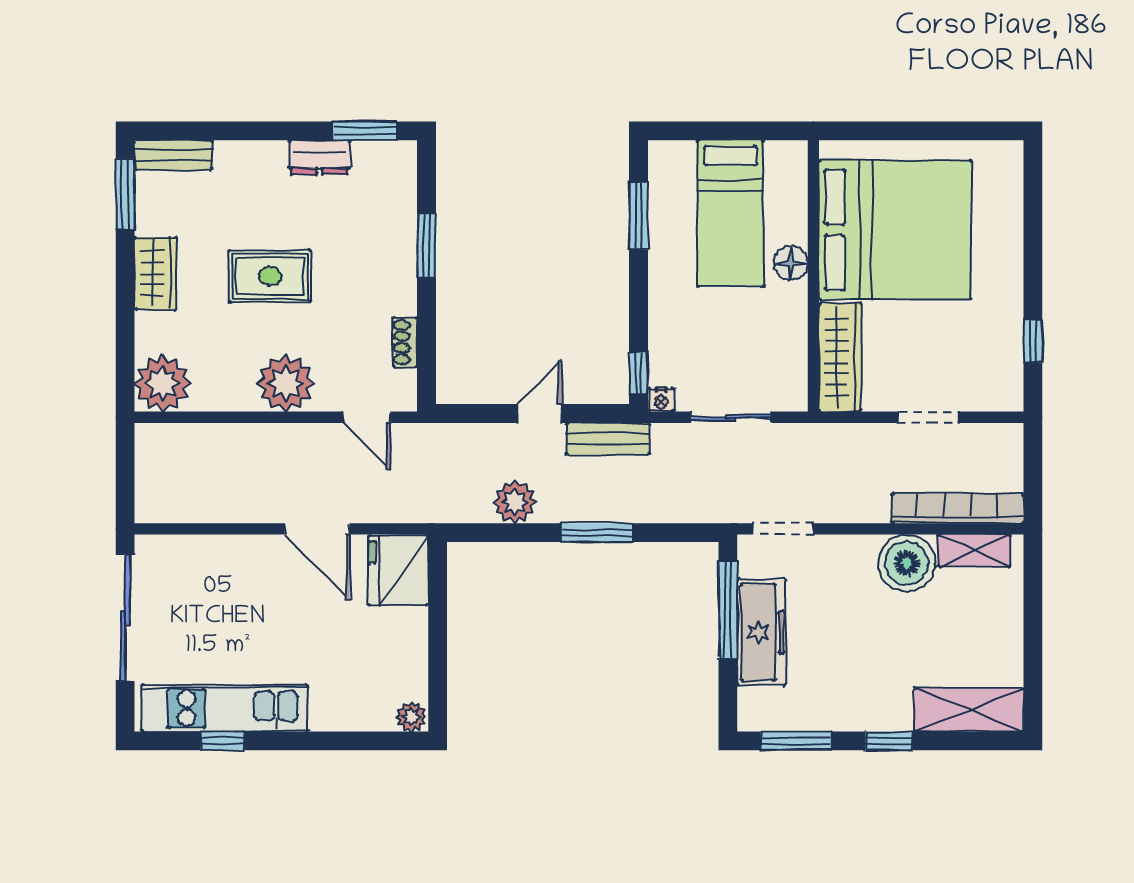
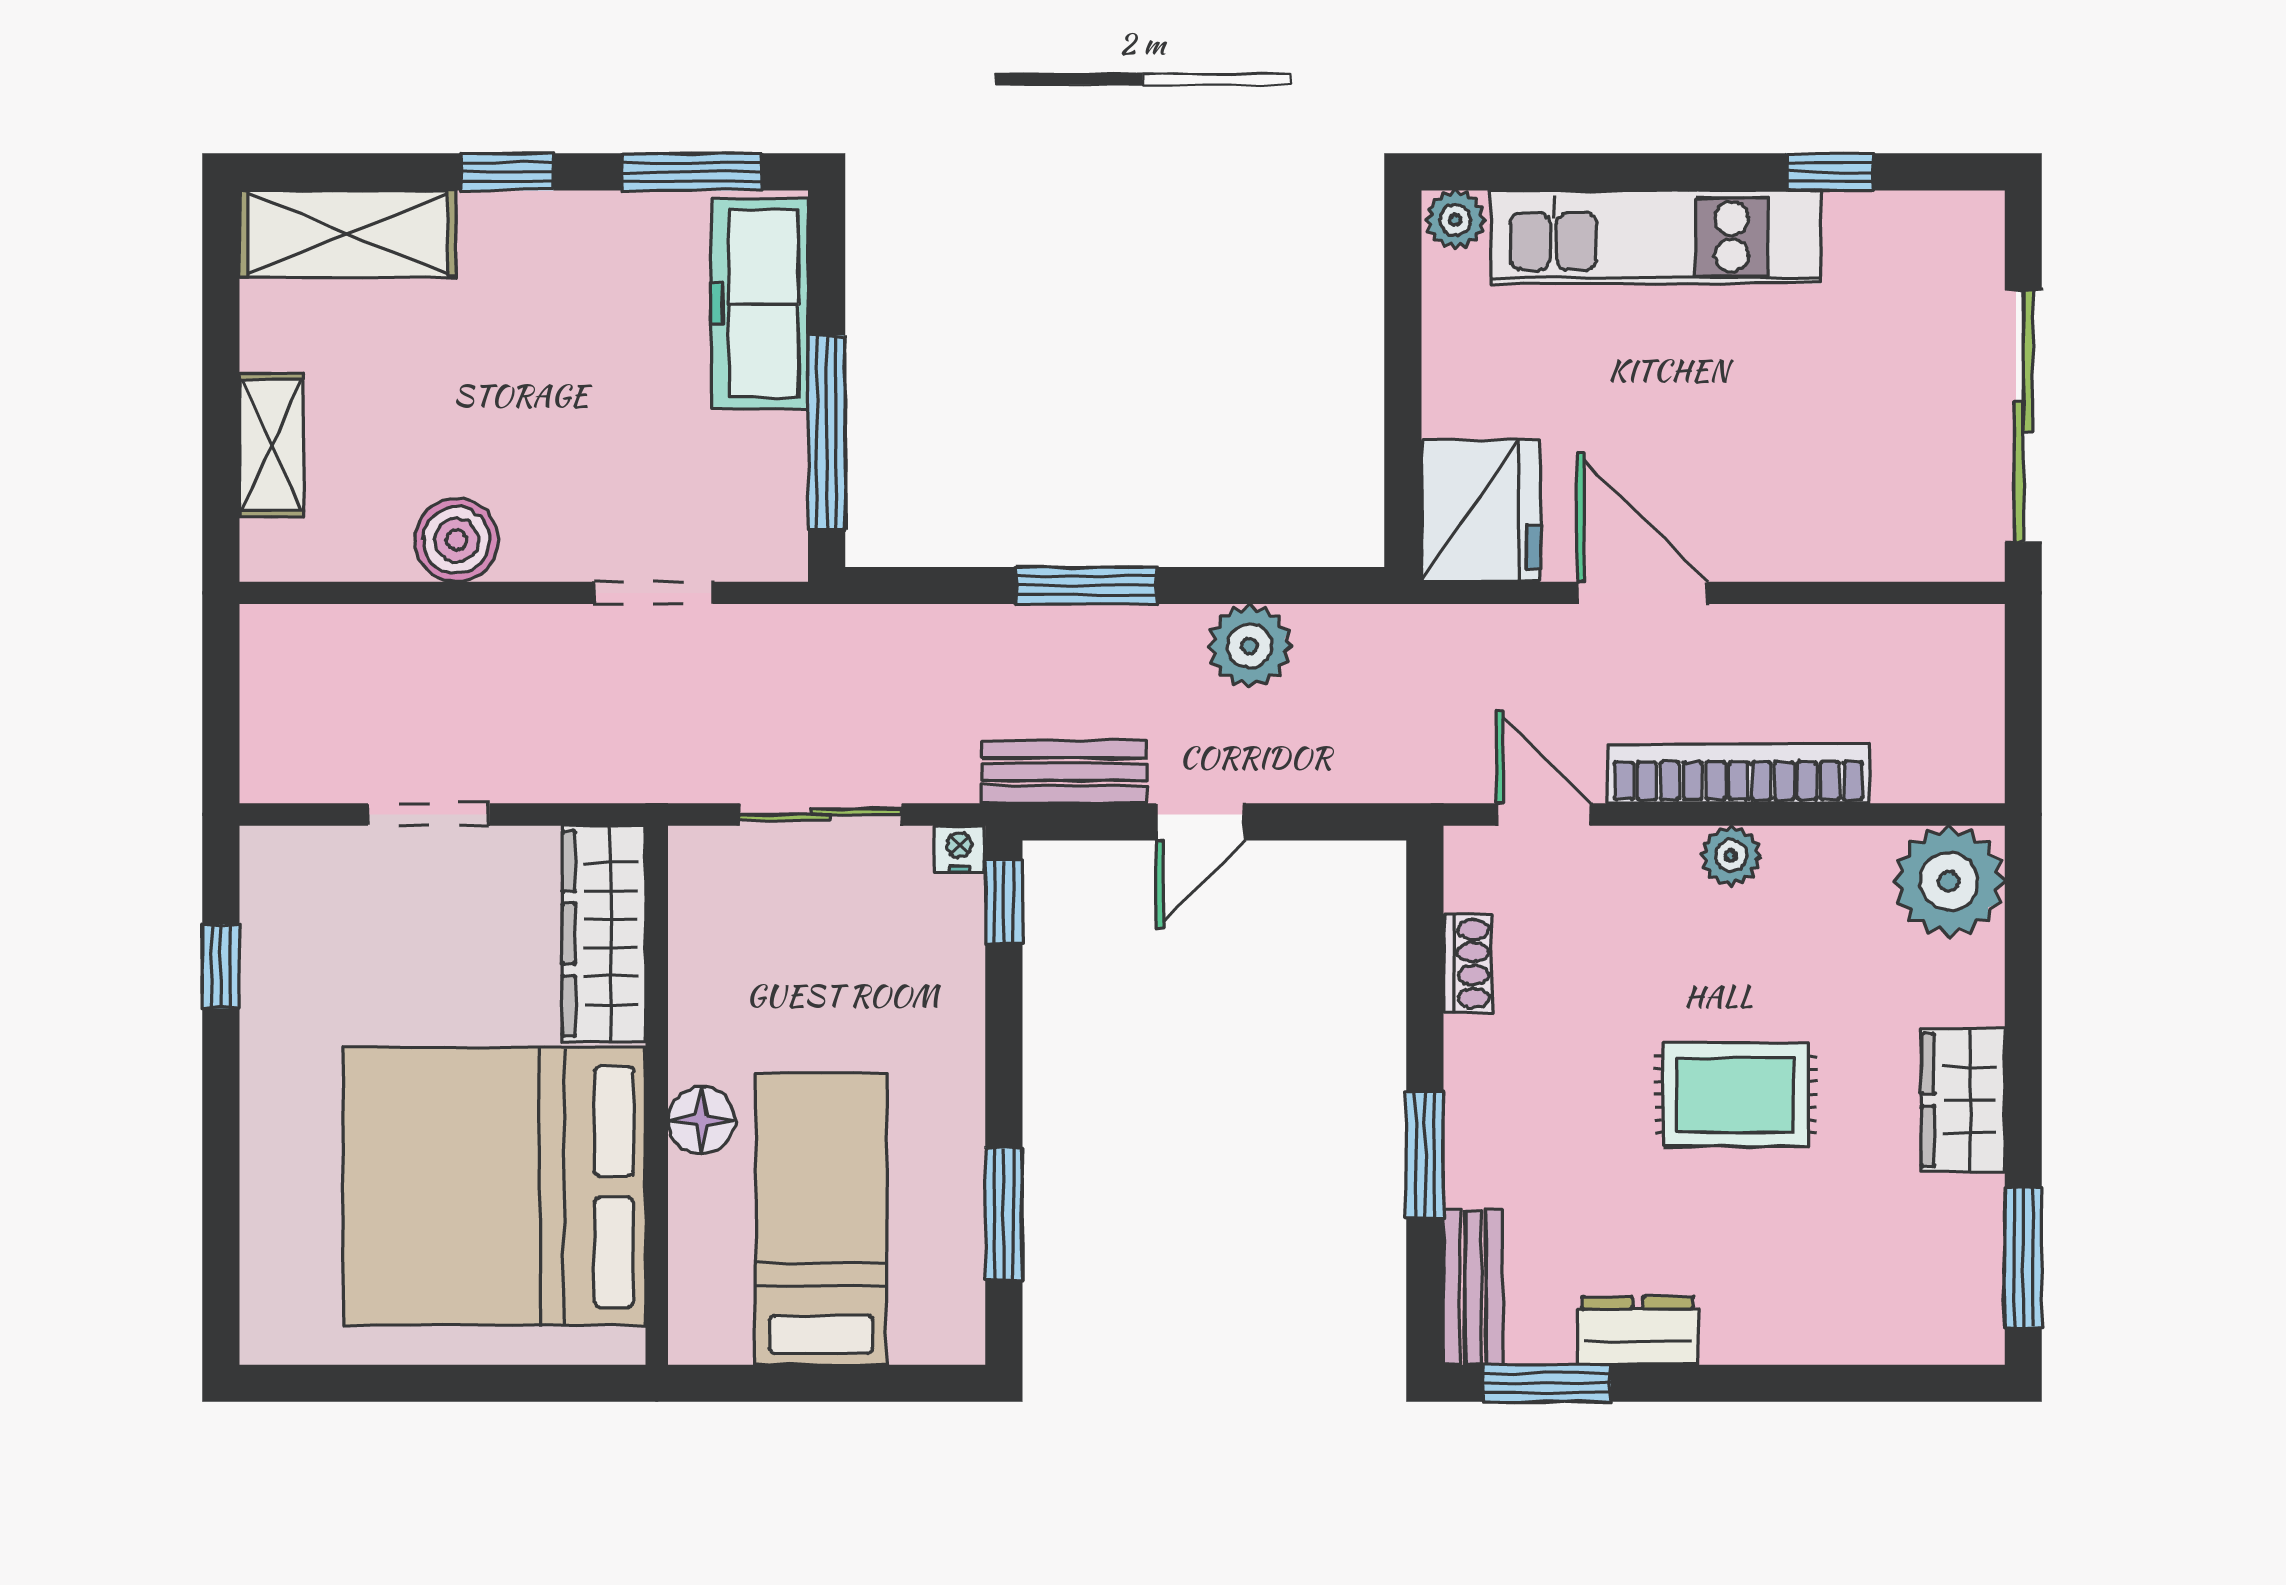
bench: (173, 155) -> (1473, 1287), moved, turned 90
plant: (286, 383) -> (1731, 856), width x0.53, depth x0.53
bookcase: (958, 508) -> (1738, 774), moved, turned 180
doorway: (783, 529) -> (653, 593), moved
shelving: (974, 551) -> (272, 445), moved, turned 90
boiler: (907, 563) -> (456, 540), width x0.73, depth x0.73
freezer: (762, 632) -> (760, 304), moved
kitchen unit: (225, 708) -> (1656, 237), moved

